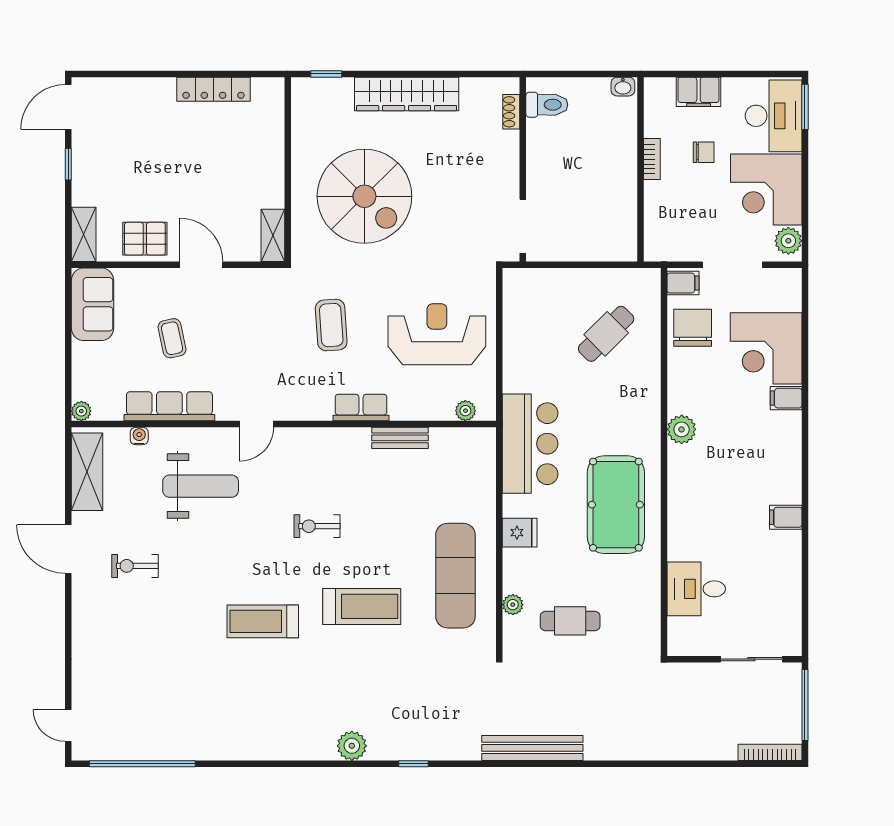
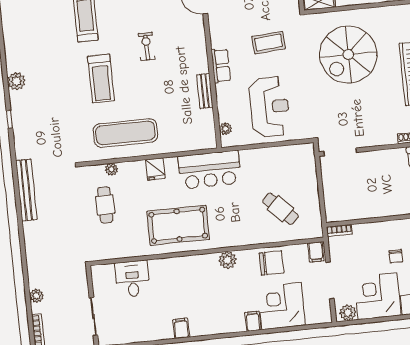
bookcase: (652, 159) -> (339, 230), moved
chair: (693, 328) -> (272, 263), moved
plant: (708, 749) -> (36, 296), added

